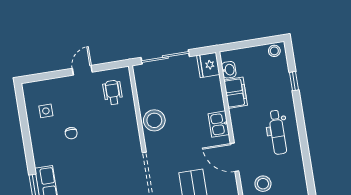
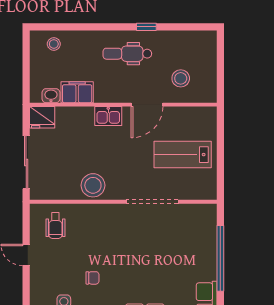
stool: (274, 51) -> (54, 44), moved
window: (294, 81) -> (146, 27), moved
wheelchair: (113, 92) -> (55, 226), turned -90
dental chair: (277, 132) -> (127, 54), turned 180

